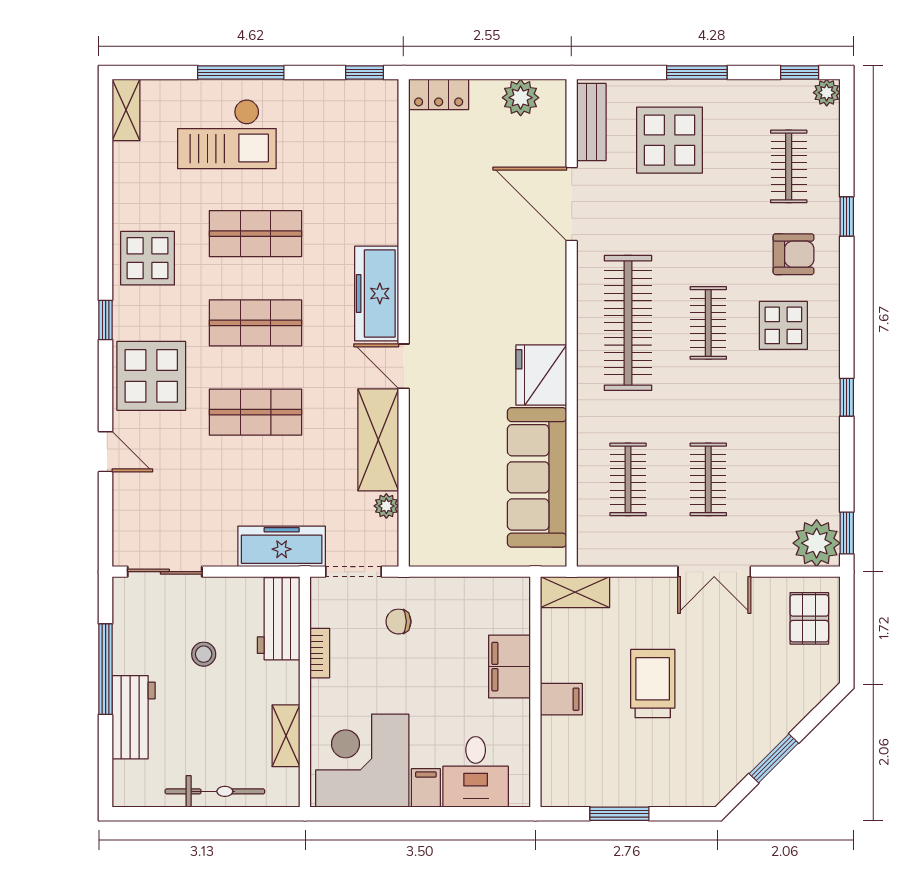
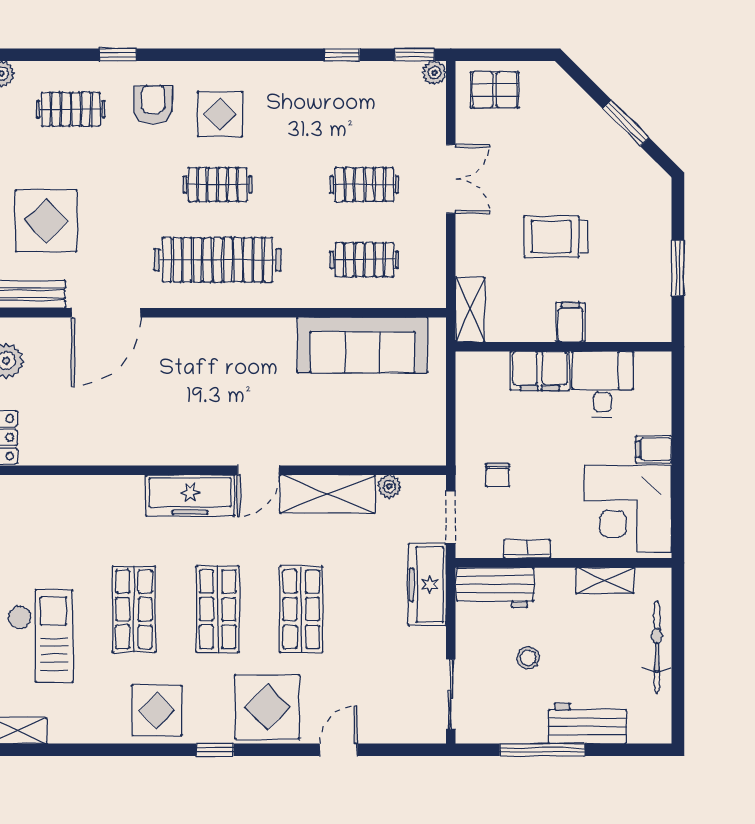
fridge: (541, 375) -> (266, 341), removed
window: (847, 397) -> (342, 55), moved
plant: (817, 543) -> (434, 73), width x0.53, depth x0.53
desk: (476, 772) -> (602, 384), moved, turned -90

